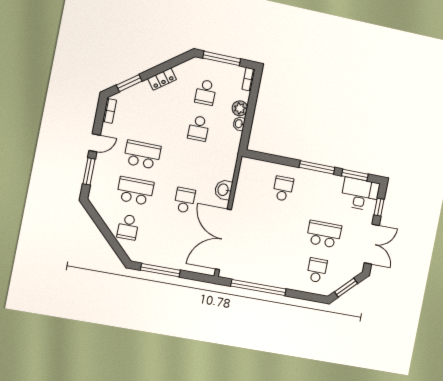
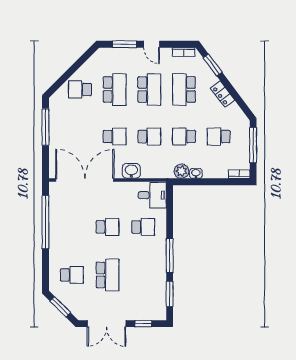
plant: (240, 108) -> (181, 171), moved
school desk: (149, 118) -> (184, 89), added
school desk: (192, 164) -> (149, 137), added
desk: (360, 194) -> (152, 195), moved, width x0.73
school desk: (276, 225) -> (108, 227), added

